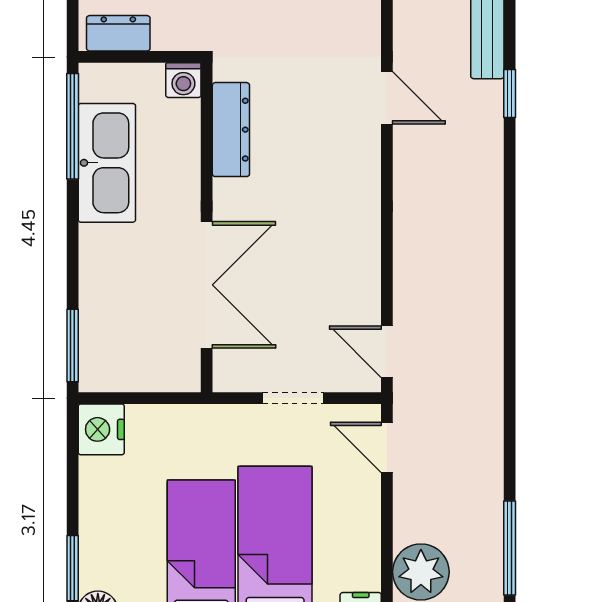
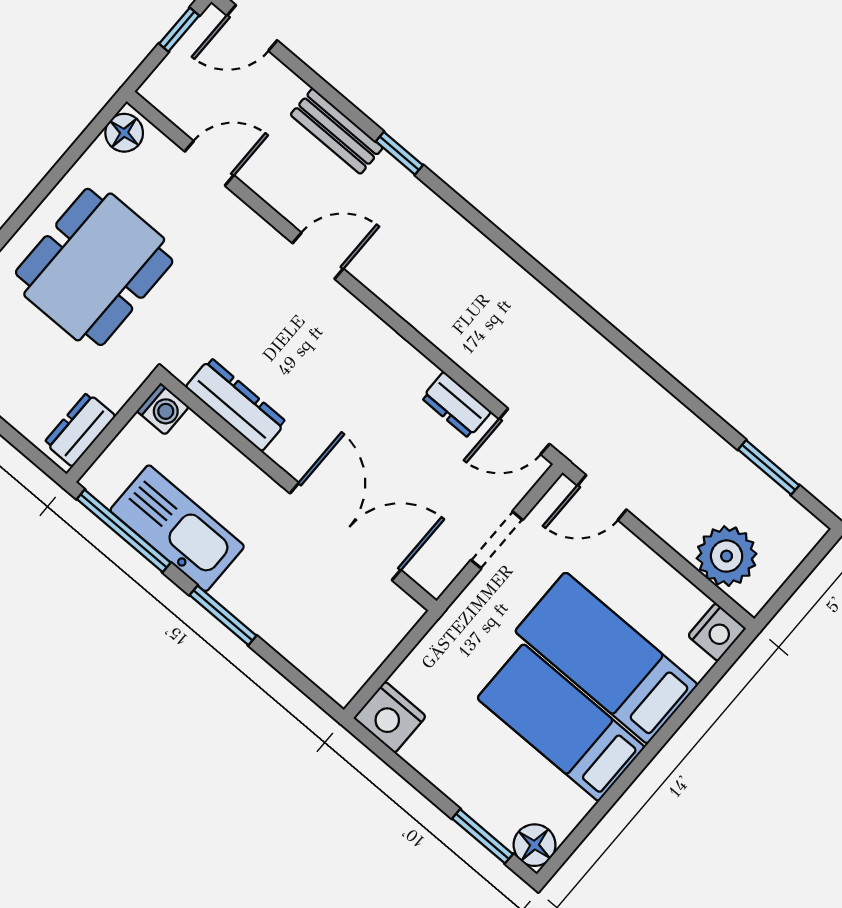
dresser: (365, 287) -> (456, 405), added
window: (73, 346) -> (223, 615), moved
window: (510, 548) -> (769, 467), width x0.69

